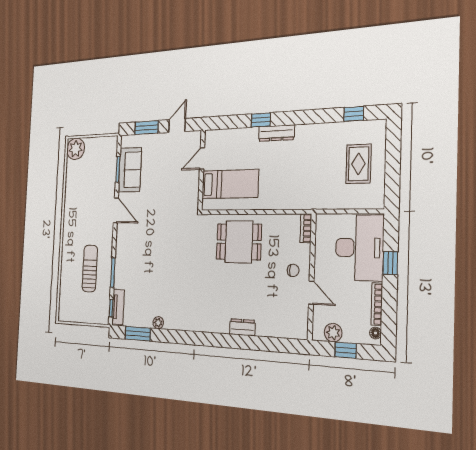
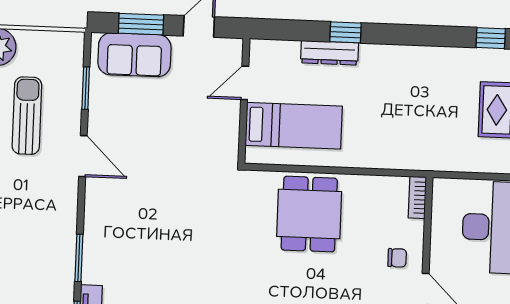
dresser: (276, 133) -> (329, 53), moved
sofa: (130, 170) -> (134, 55), moved, turned 90
dining table: (239, 242) -> (309, 214), turned 90
sun lounger: (90, 268) -> (27, 116), moved

